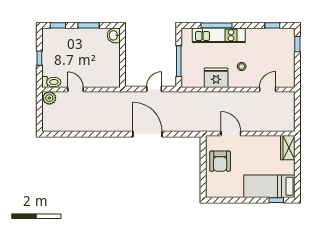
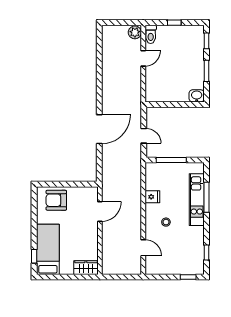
fridge: (216, 78) -> (152, 197), width x0.53, depth x0.75
armchair: (220, 161) -> (56, 200), moved

